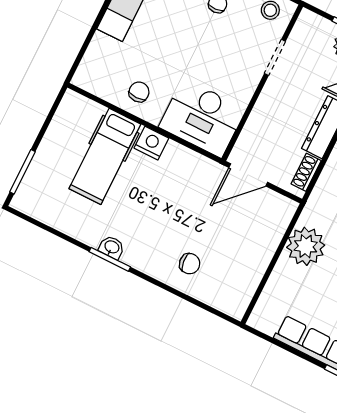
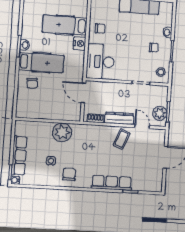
hospital bed: (158, 230) -> (41, 63), added

